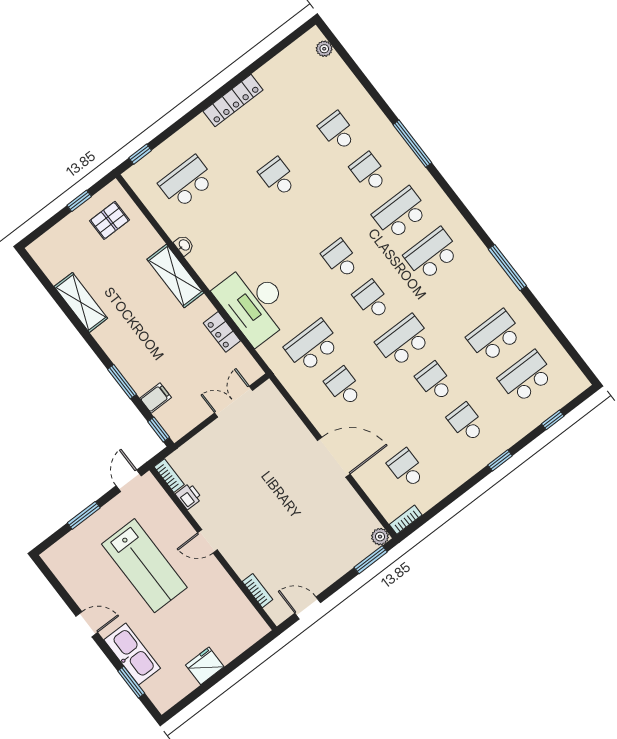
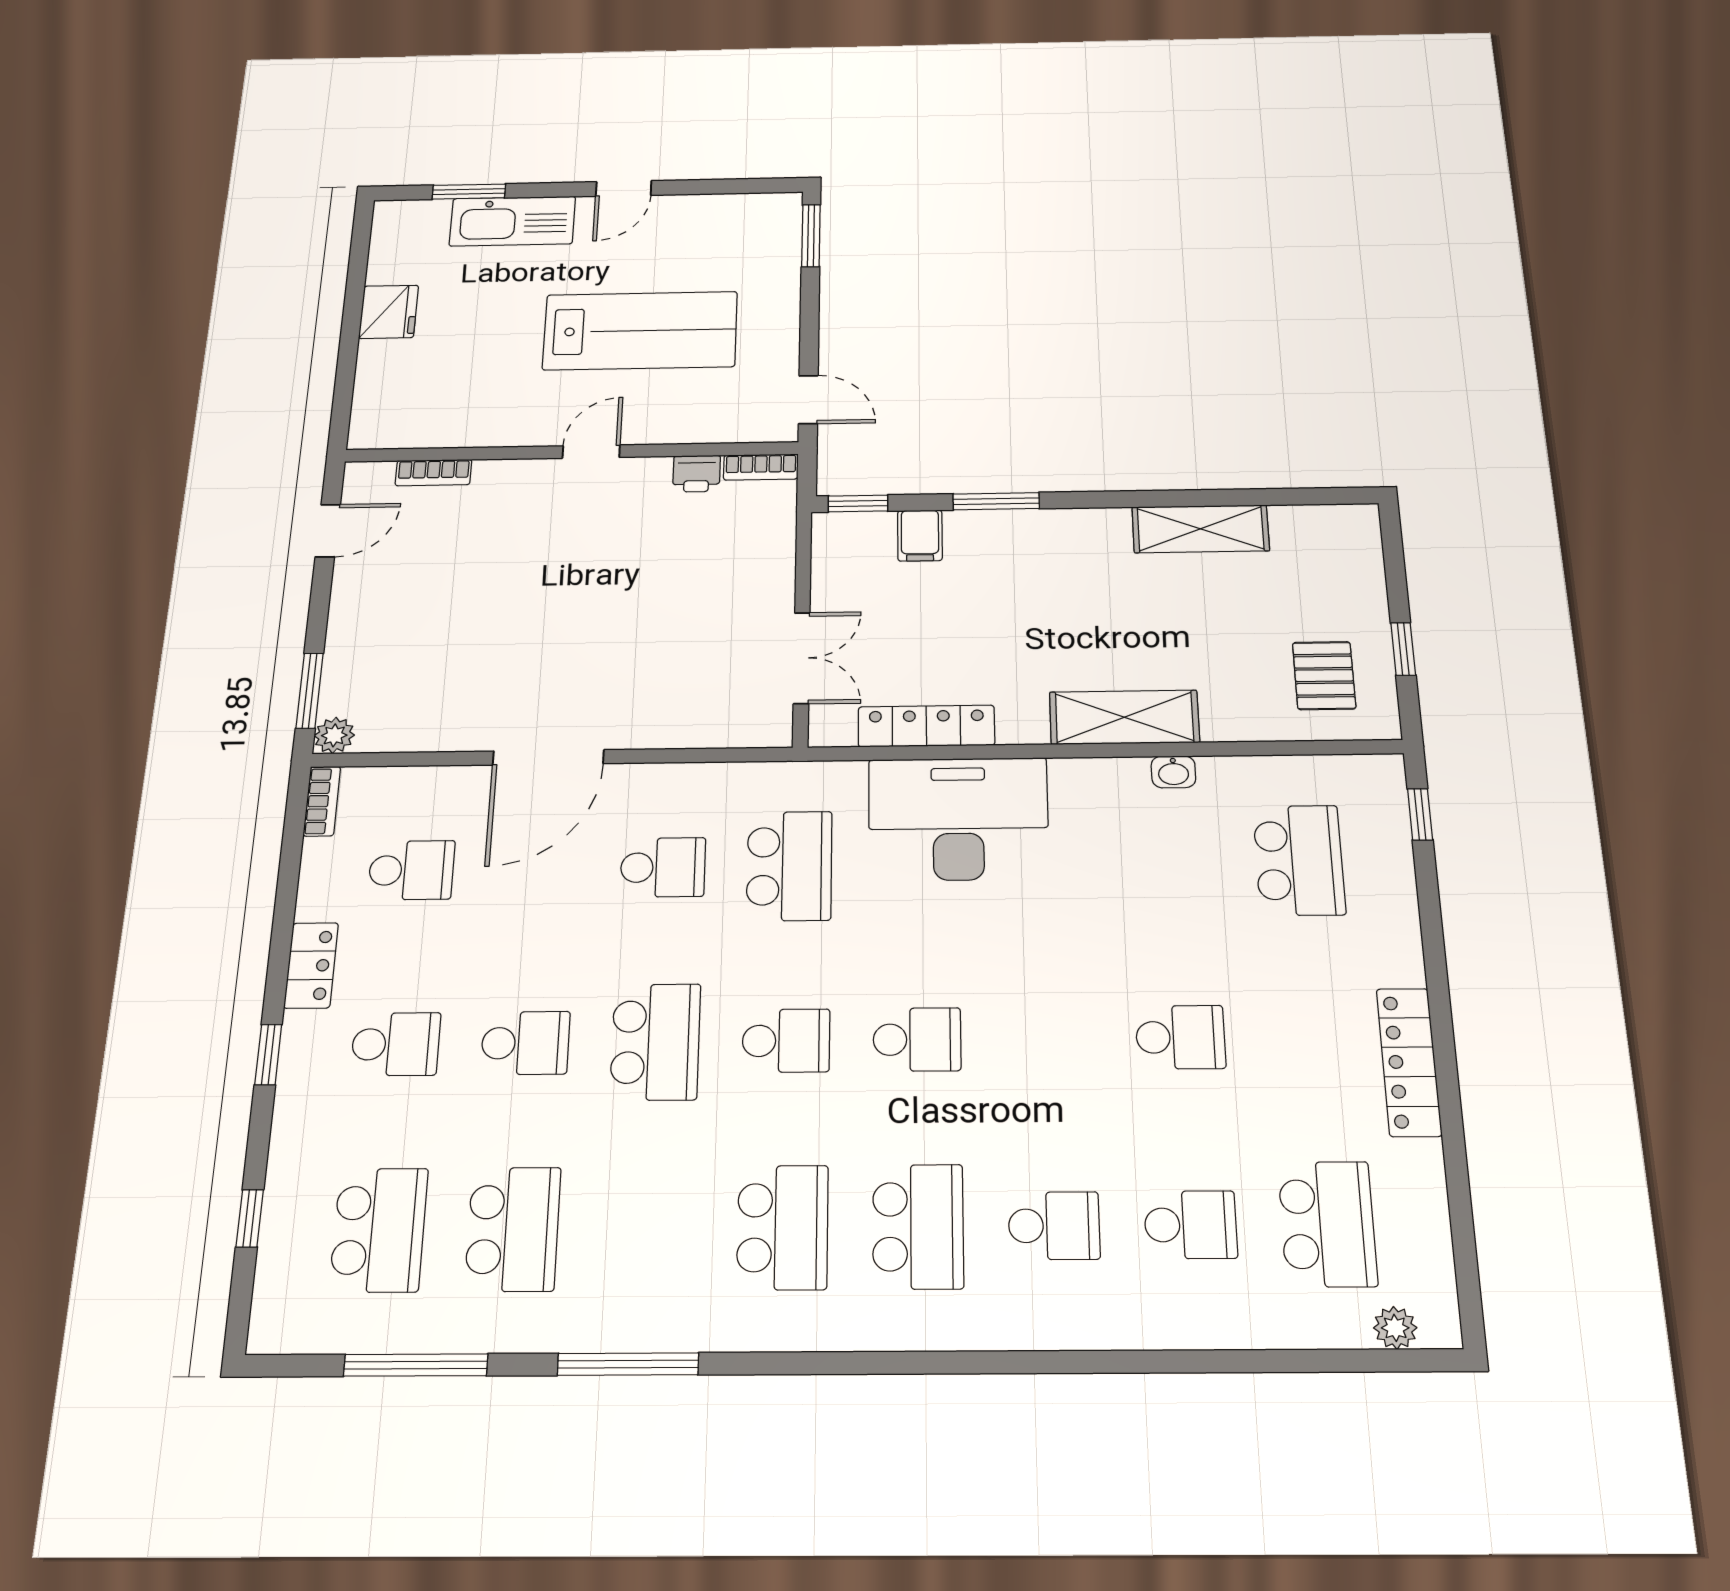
school desk: (306, 90) -> (1327, 1224), added
window: (412, 144) -> (416, 1365), moved
locker: (222, 332) -> (926, 726), width x1.53
locker: (462, 473) -> (311, 965), added
window: (84, 515) -> (811, 236), moved
lab bench: (144, 566) -> (640, 331), turned 180

